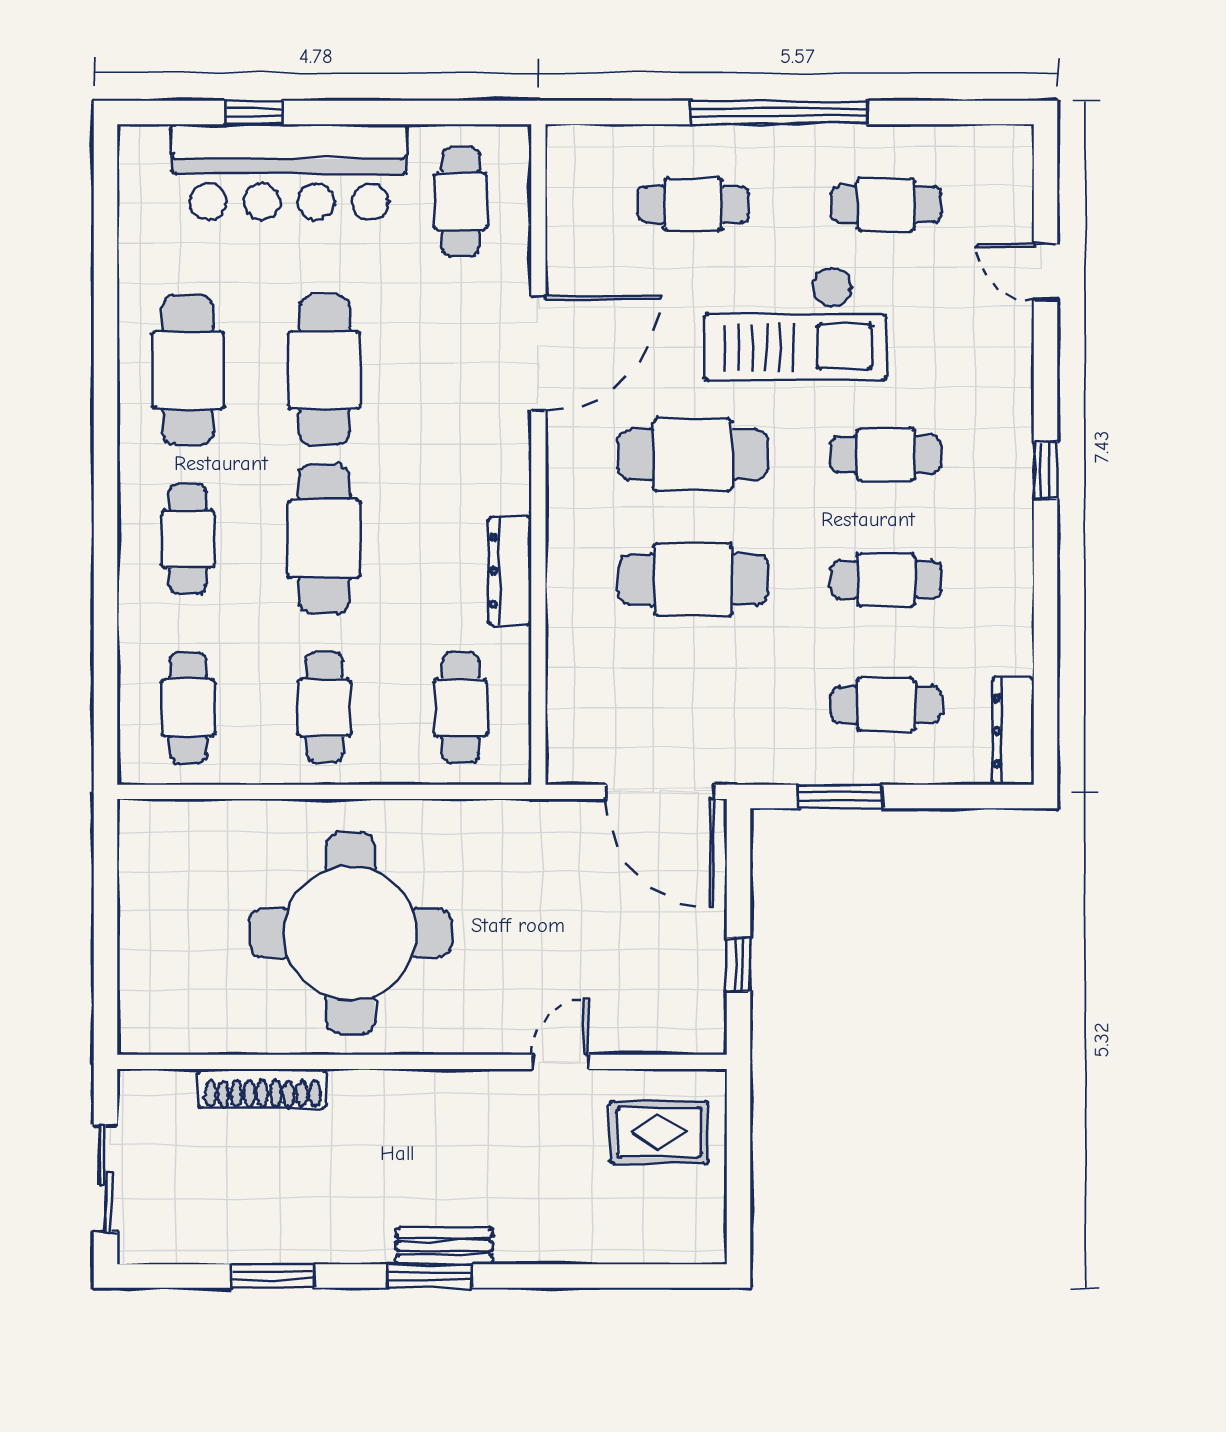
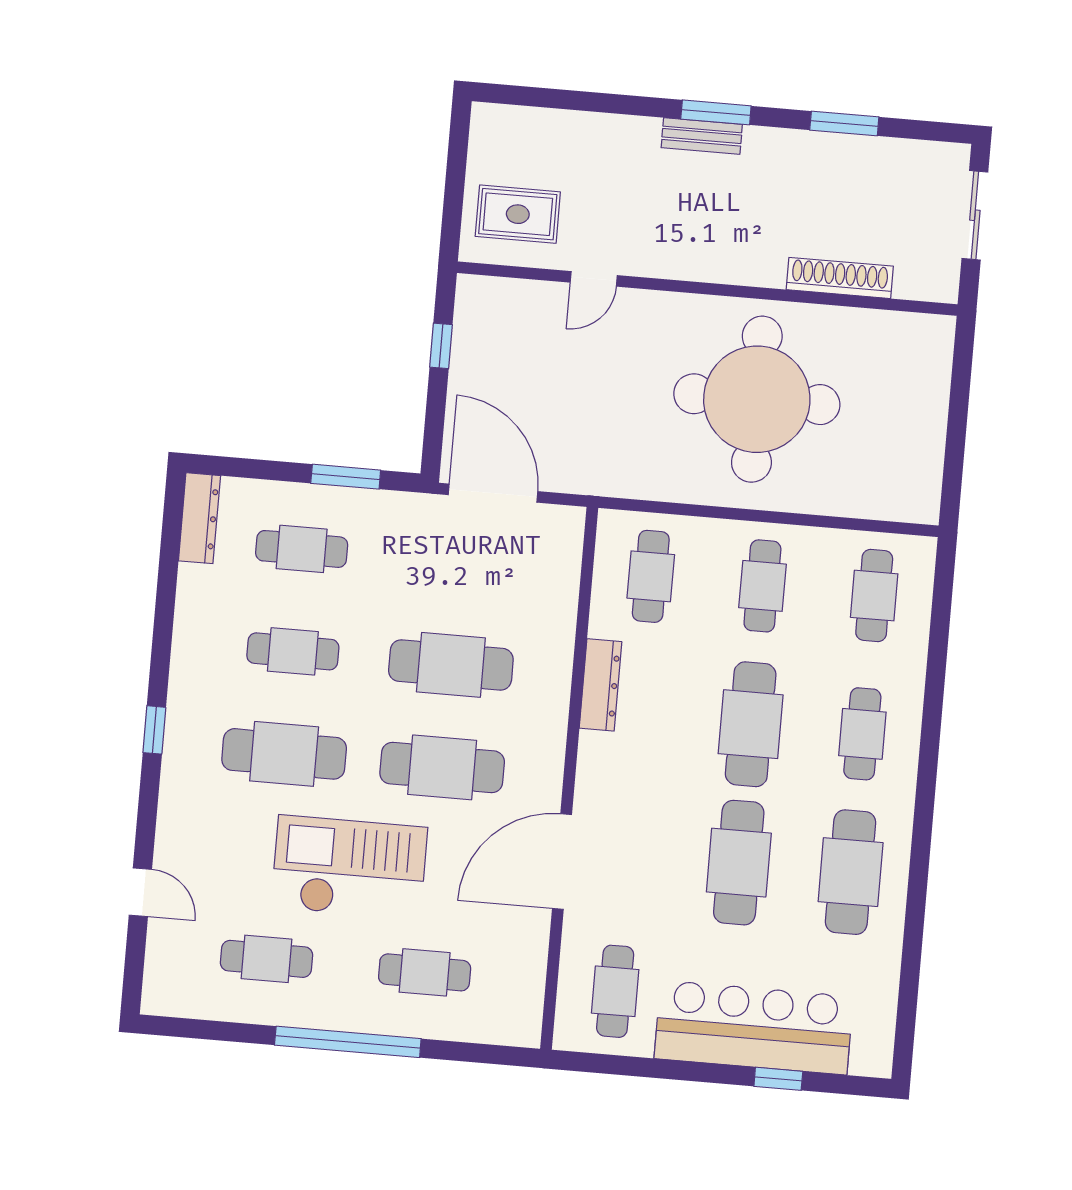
cafe table: (886, 454) -> (284, 754), width x1.37, depth x1.35

